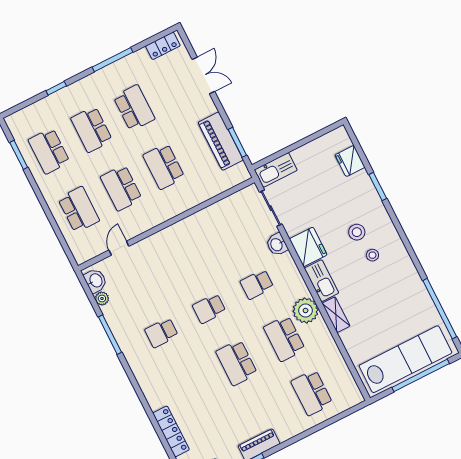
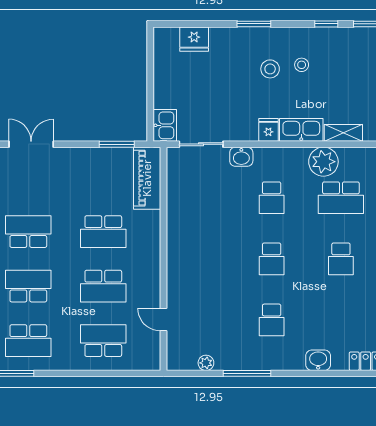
school desk: (92, 129) -> (28, 286), turned 180
piano: (221, 141) -> (147, 178), moved, turned 90
kitchen sink: (276, 170) -> (165, 125), width x0.73
window: (378, 187) -> (254, 24), moved
fridge: (308, 247) -> (268, 130), width x0.53, depth x0.75
window: (414, 258) -> (326, 24), added
washbasin: (96, 281) -> (318, 360), moved
school desk: (237, 363) -> (341, 259), width x0.54

